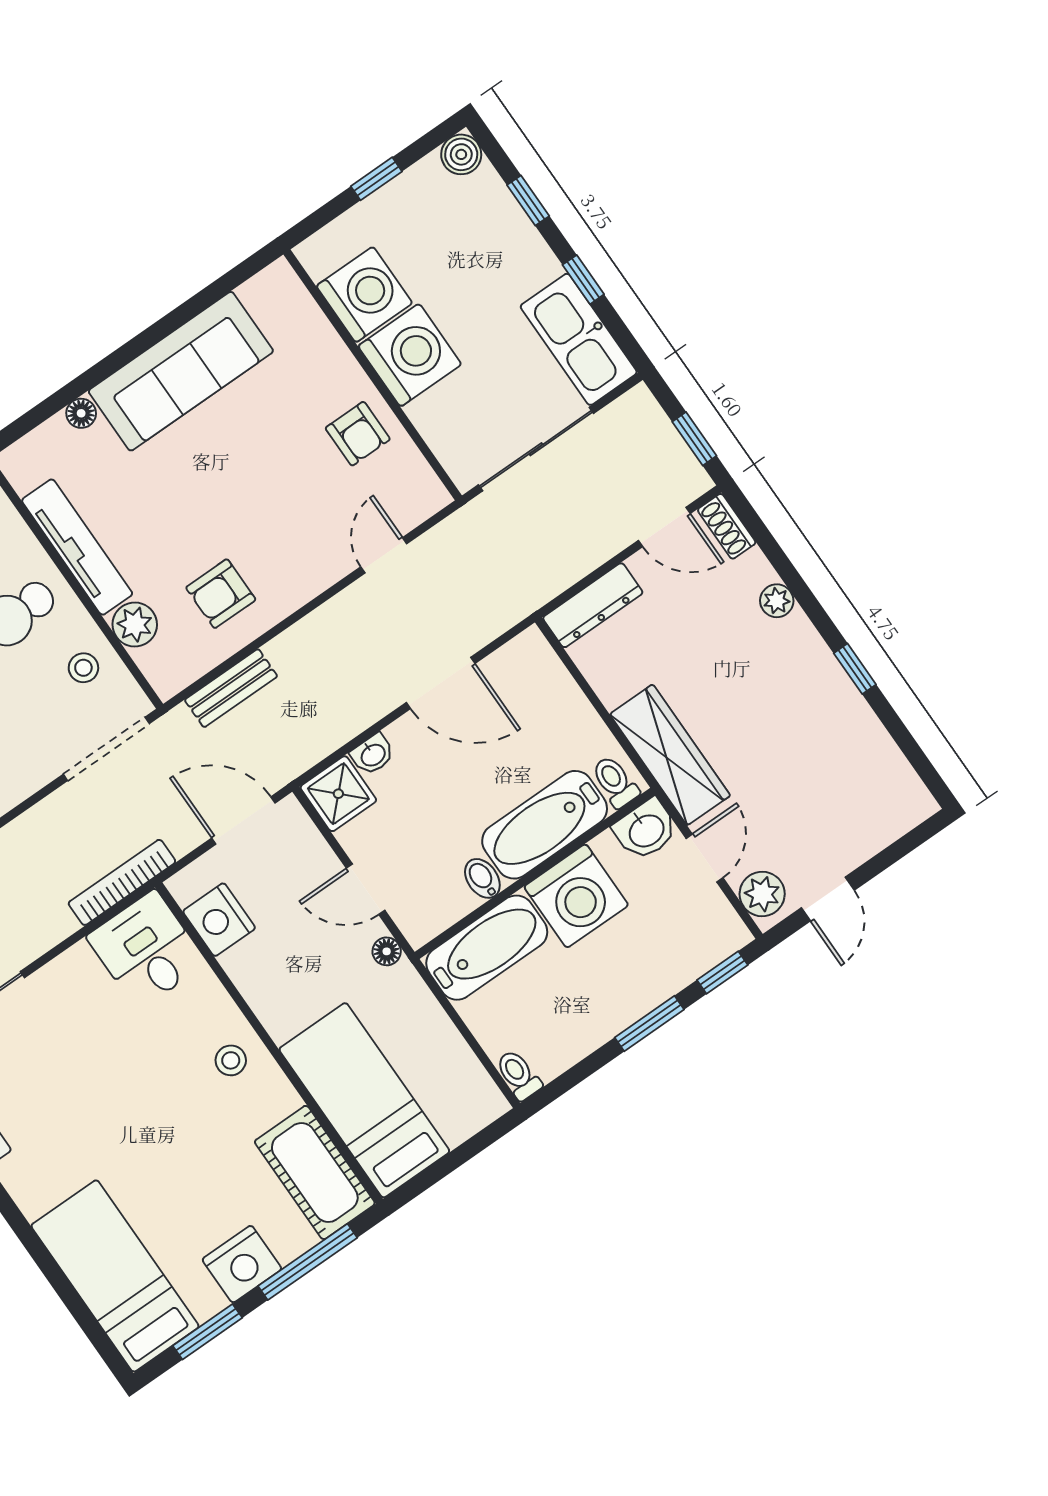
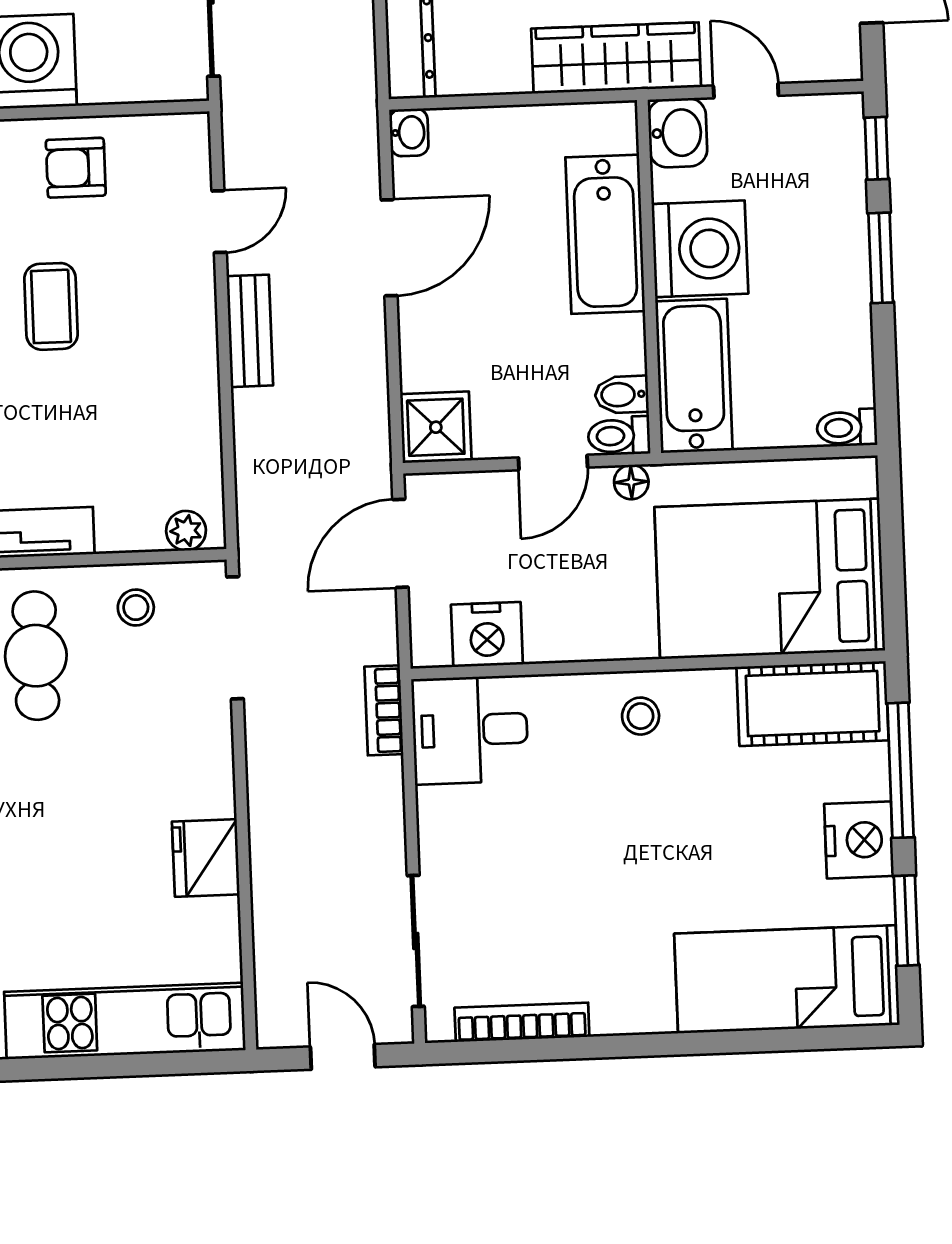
armchair: (358, 434) -> (76, 168), turned 180
coffee table: (252, 478) -> (51, 306), added
door: (384, 555) -> (219, 222), swing flipped
armchair: (221, 594) -> (150, 416), removed
plant: (135, 624) -> (186, 531), moved, width x0.73, depth x0.73
bench: (231, 688) -> (250, 331), moved
washbasin: (373, 754) -> (409, 132), moved
toilet: (615, 782) -> (619, 436), moved
bidet: (482, 878) -> (622, 395), moved
bookcase: (122, 882) -> (384, 710), width x0.64
plant: (762, 894) -> (822, 55), removed
bed: (364, 1100) -> (770, 579), width x1.50

